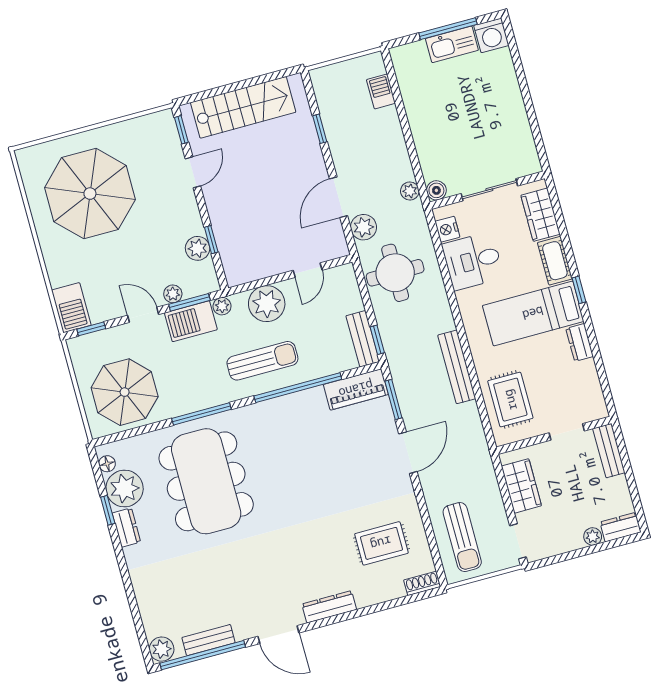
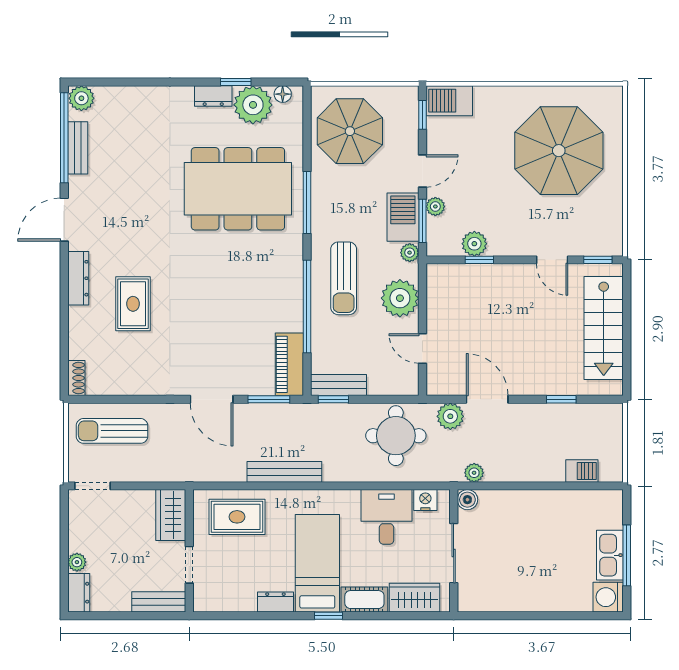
wardrobe: (521, 486) -> (171, 515), moved, turned 90
rug: (381, 543) -> (133, 304), moved

